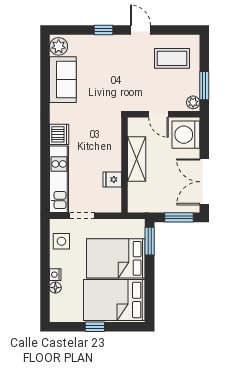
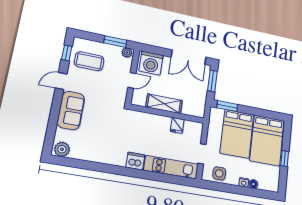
window: (103, 30) -> (67, 53), moved
coffee table: (172, 58) -> (89, 61), turned 90
sofa: (63, 80) -> (71, 110), moved, turned 90

